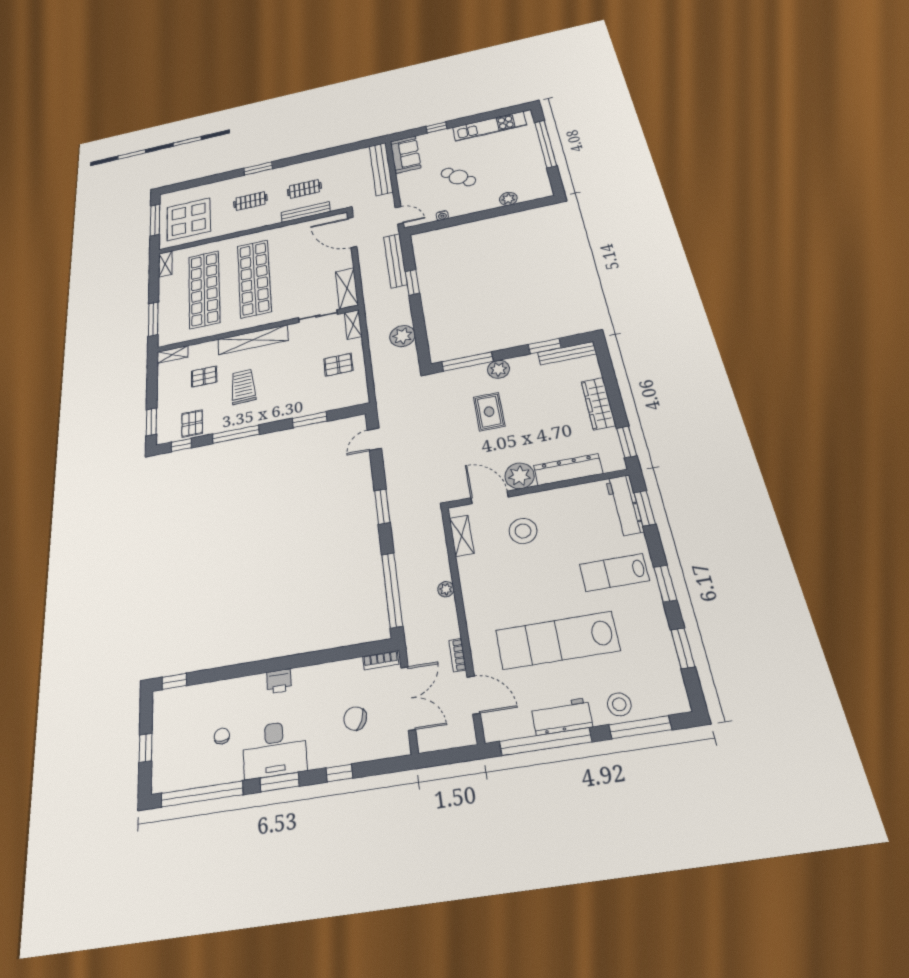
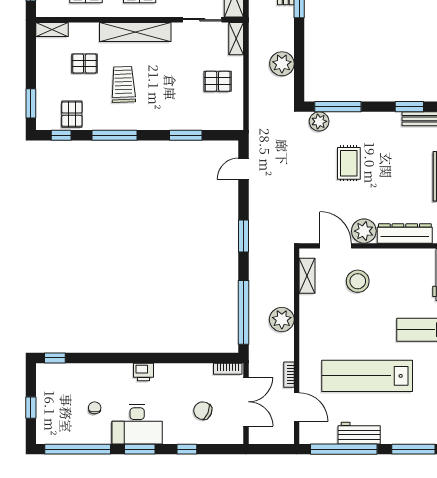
plant: (499, 369) -> (319, 121), moved
plant: (446, 589) -> (282, 320), width x1.88, depth x1.88
stool: (619, 704) -> (402, 431), removed

